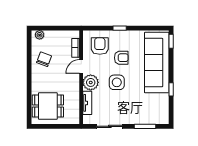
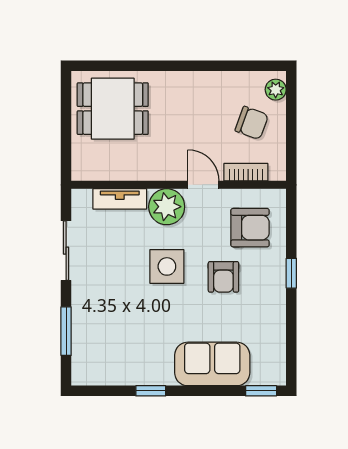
chair: (44, 59) -> (252, 123), moved
sofa: (157, 63) -> (212, 364), width x0.54, depth x0.79
dining table: (48, 106) -> (113, 109), turned 90

